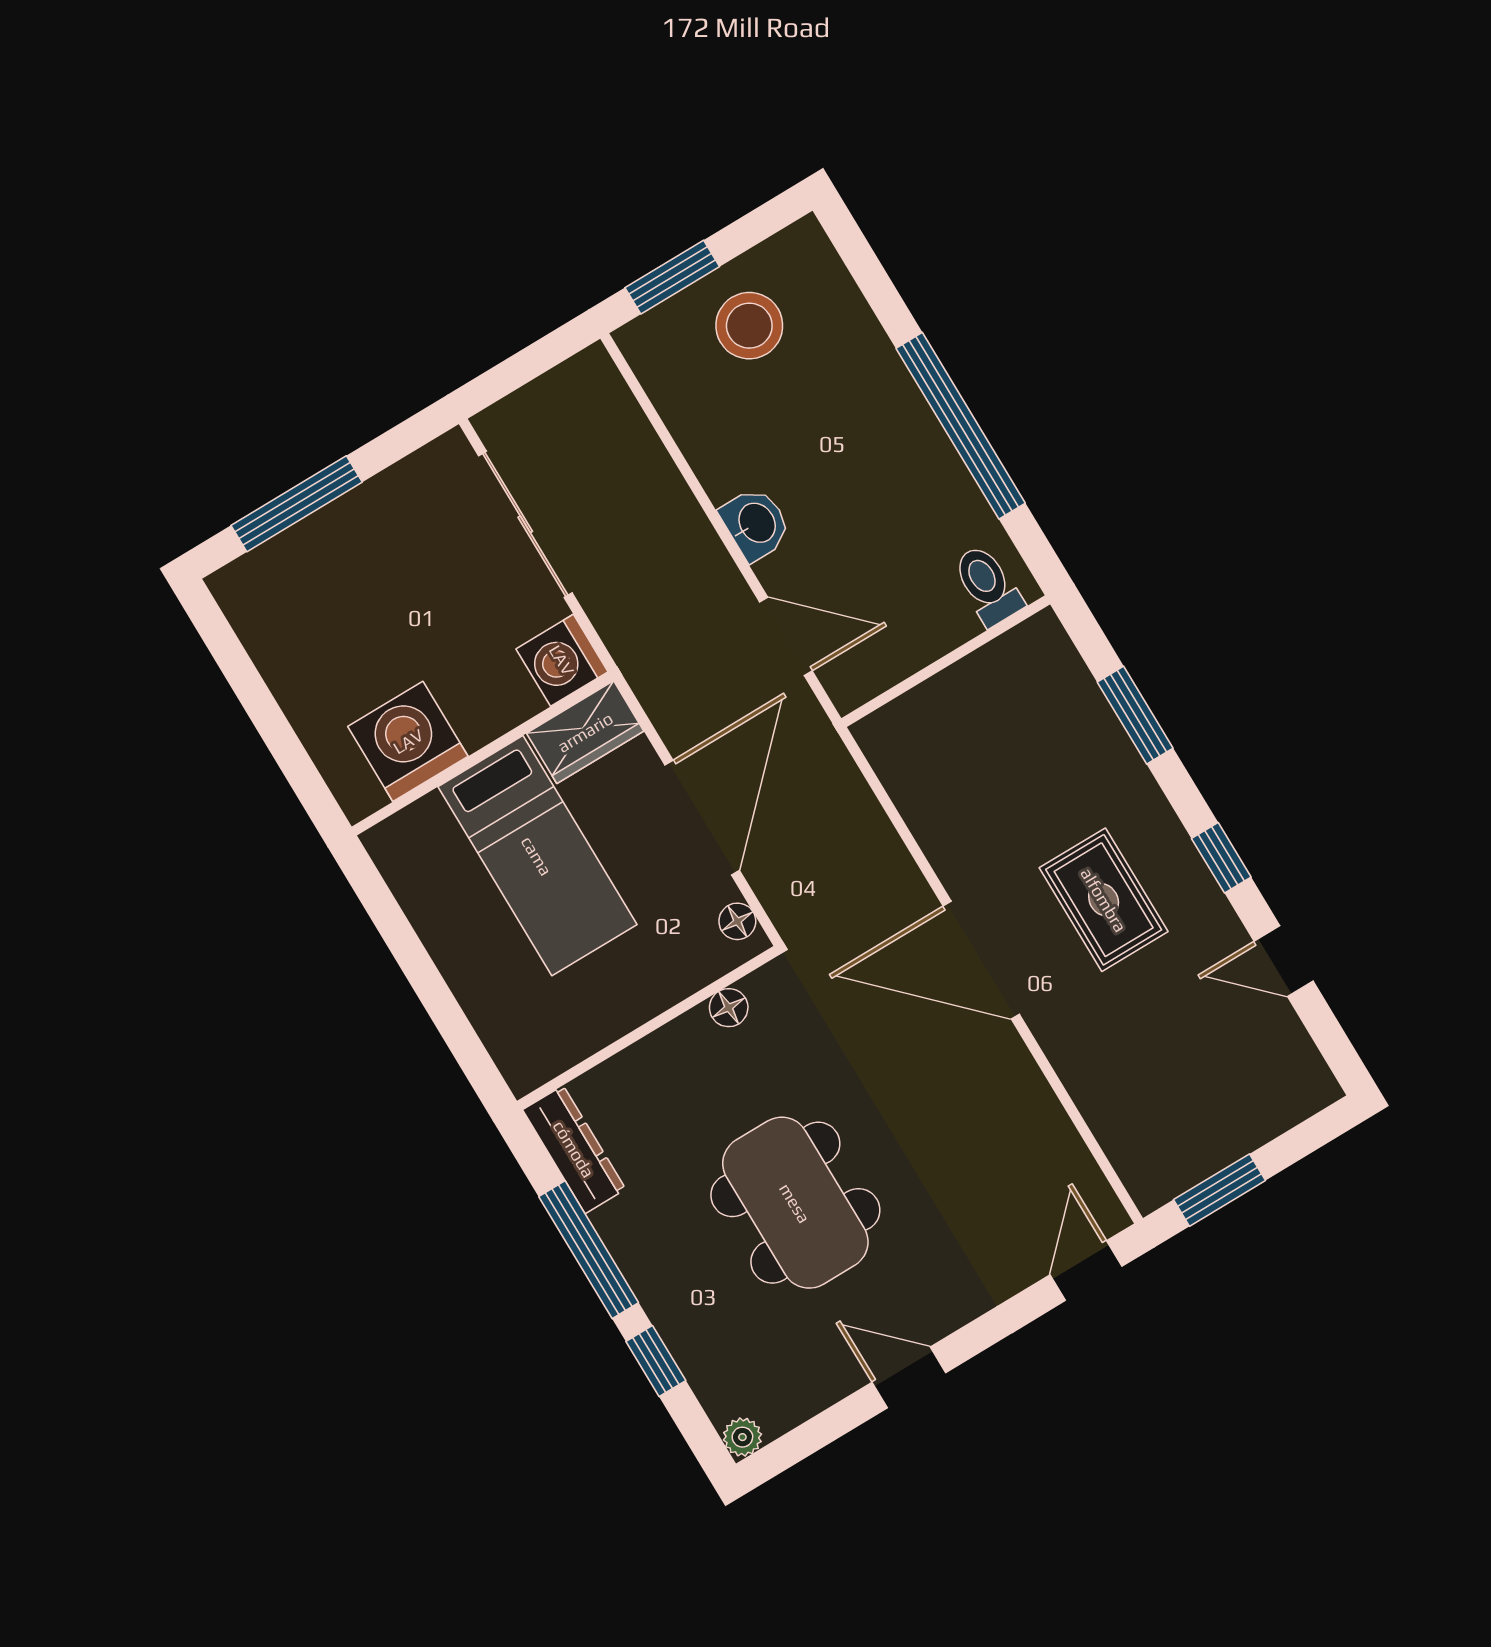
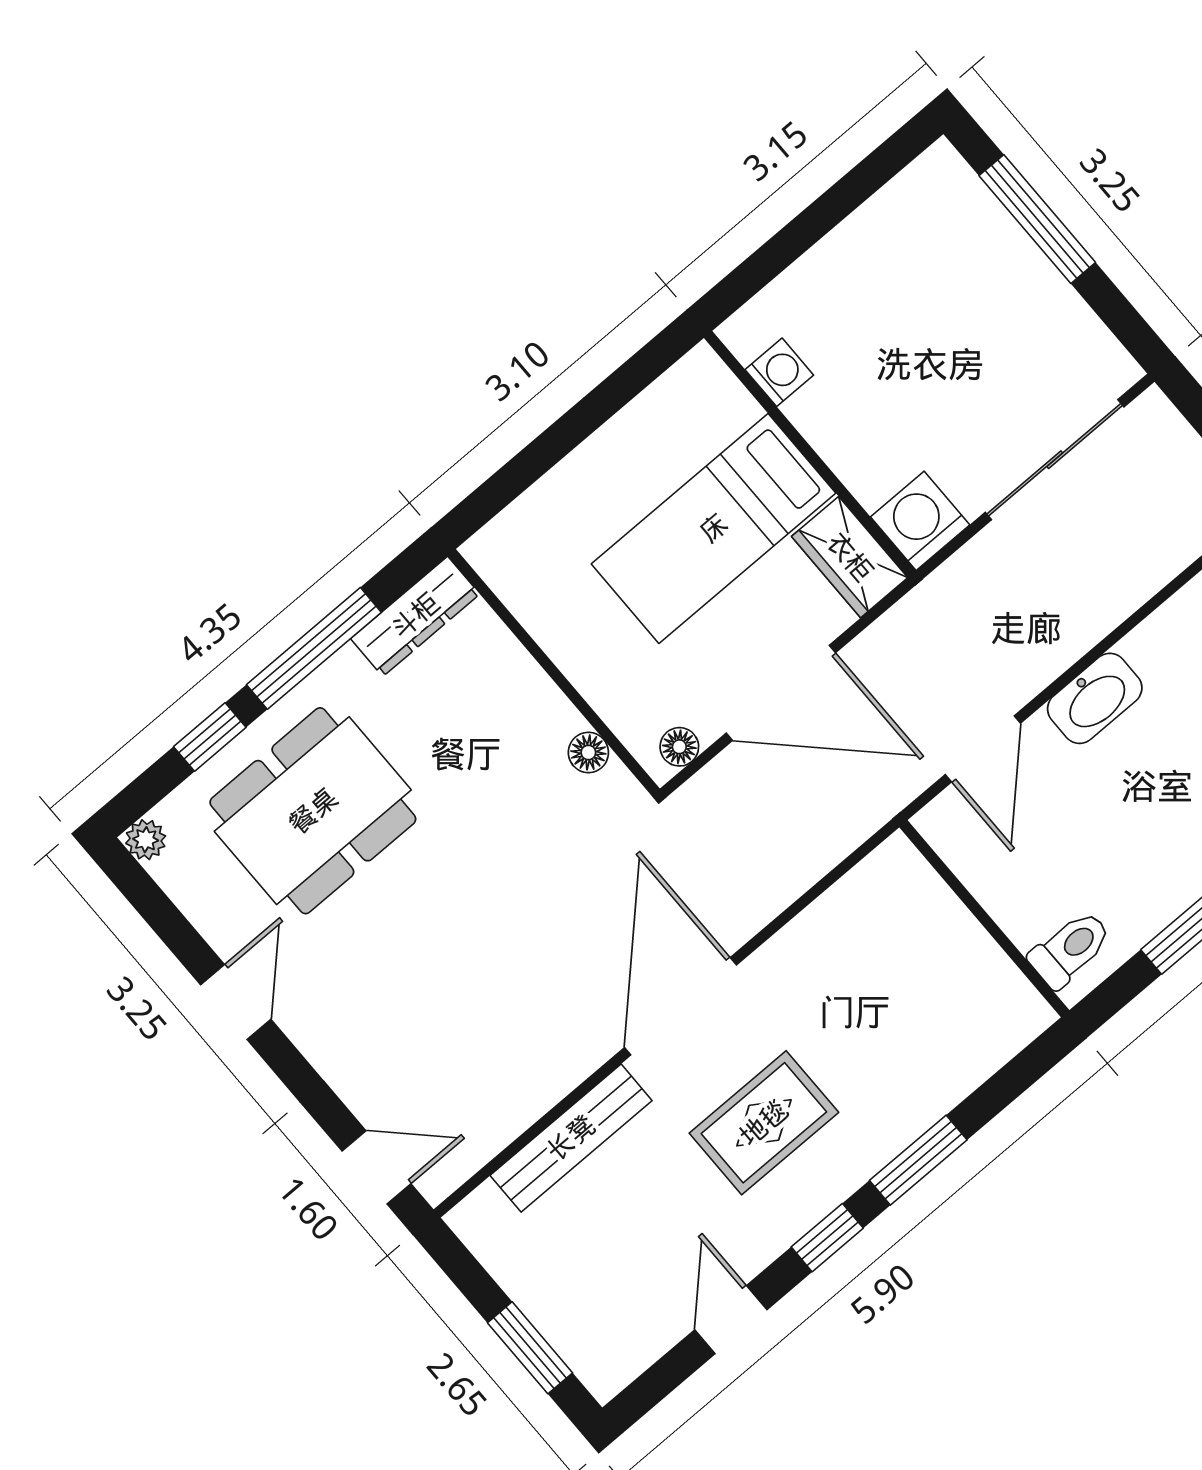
washbasin: (756, 524) -> (1095, 698), width x1.38
window: (1135, 715) -> (918, 1160), moved
washing machine: (408, 741) -> (779, 372), width x0.53, depth x0.53
bench: (1088, 1083) -> (571, 1138), added
window: (1219, 1190) -> (530, 1348), moved
dining table: (795, 1203) -> (313, 811), moved

